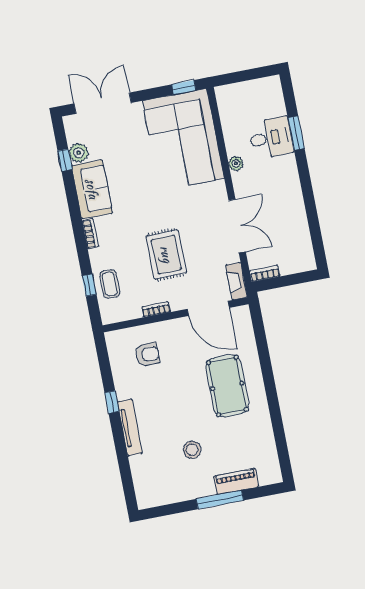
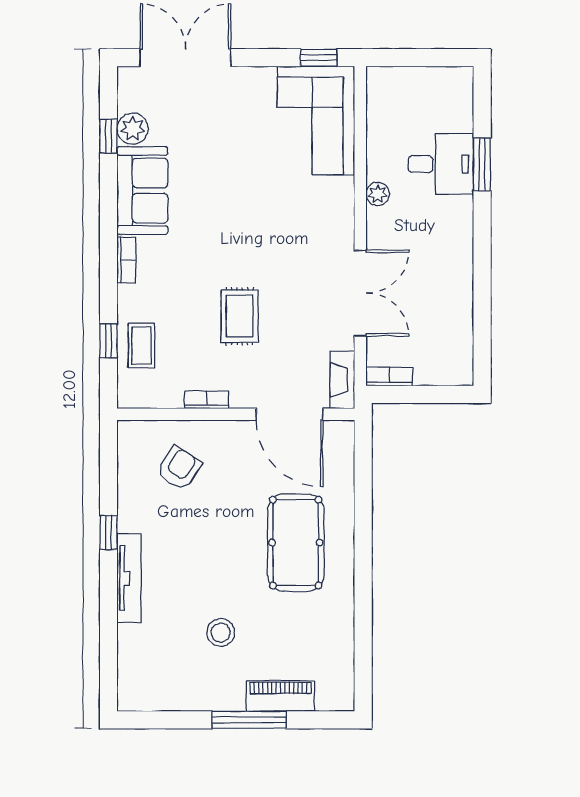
corner sofa: (183, 140) -> (316, 120), width x0.73, depth x0.74
rug: (166, 254) -> (240, 316), width x0.73, depth x0.70
armchair: (147, 354) -> (179, 468), turned -57

